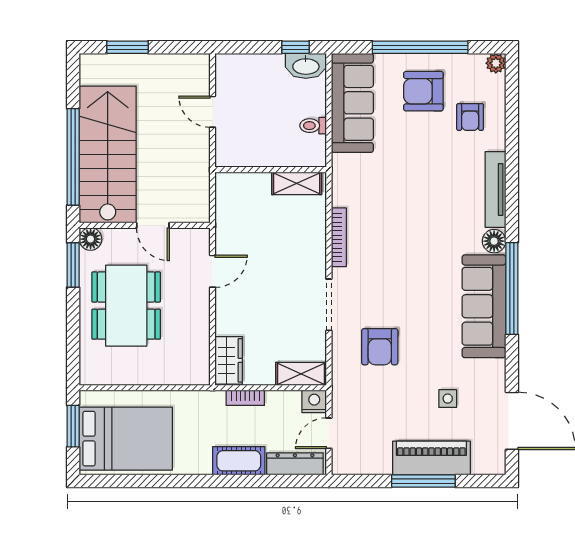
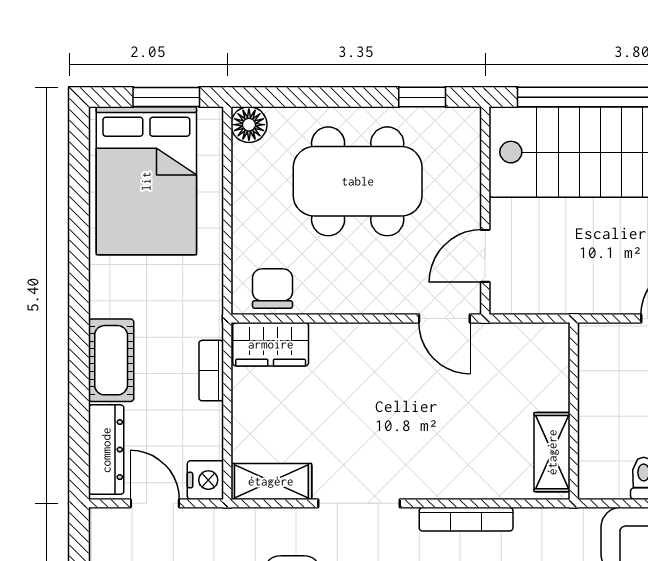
door: (153, 225) -> (485, 256), moved
floor lamp: (91, 239) -> (249, 125), moved
window: (73, 265) -> (422, 97), width x0.67
door: (213, 271) -> (444, 319), moved
chair: (194, 359) -> (272, 289), added
shelving: (301, 374) -> (271, 481), moved, turned 90

